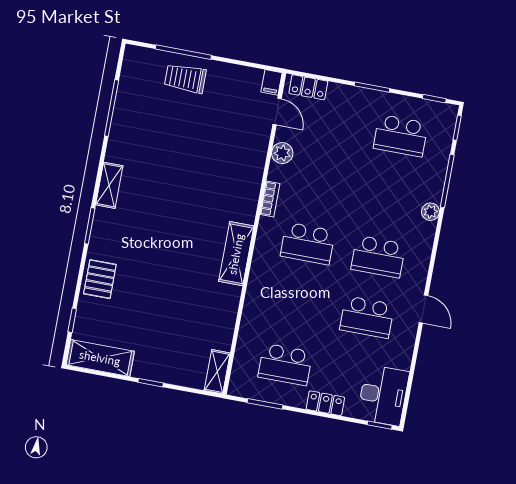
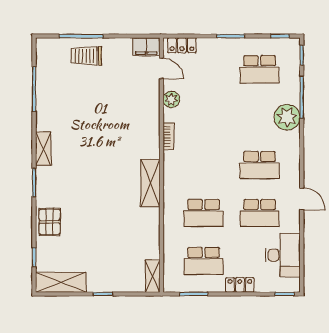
filing cabinet: (271, 82) -> (146, 47), width x2.00
plant: (430, 212) -> (287, 117), width x1.88, depth x1.88
school desk: (308, 243) -> (204, 213), moved
desk: (383, 395) -> (283, 255), moved

